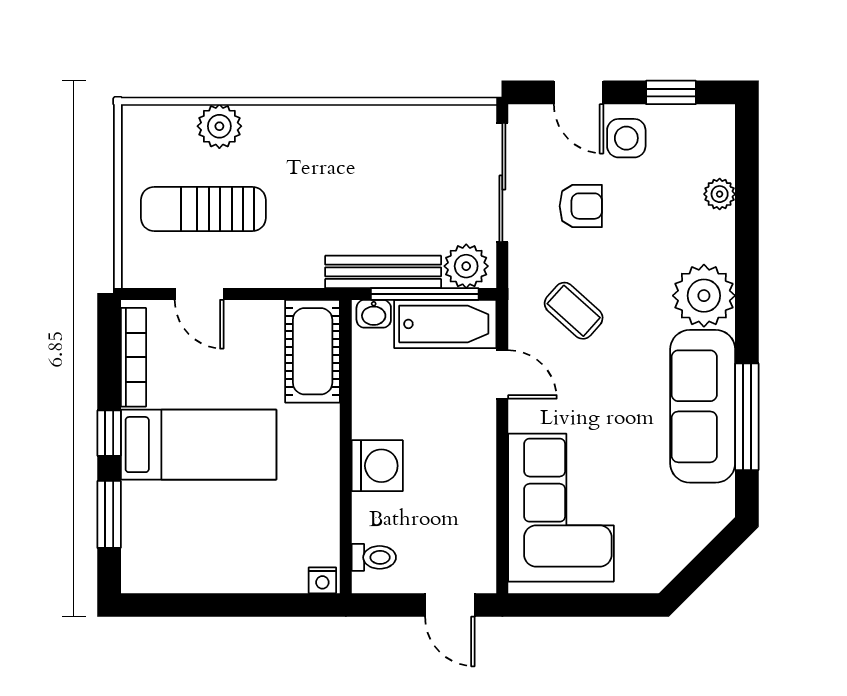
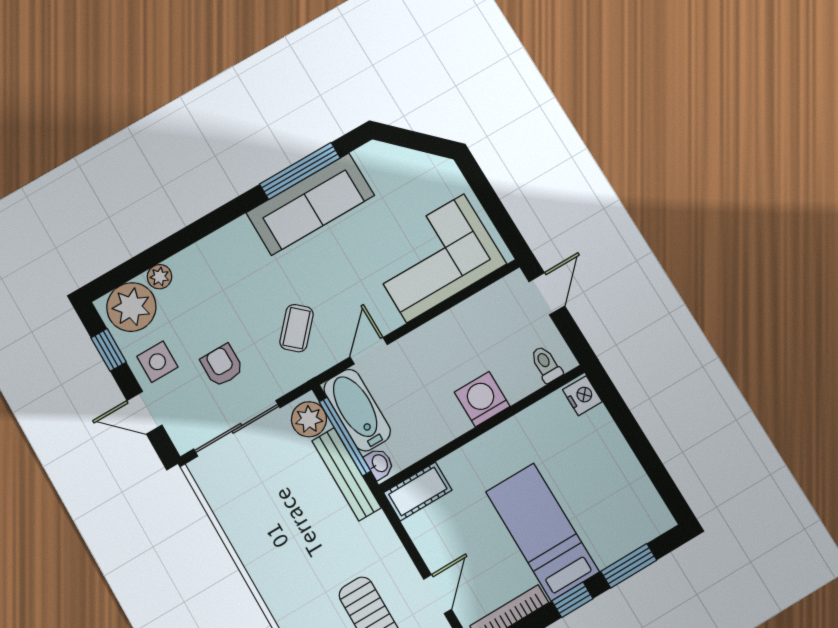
door: (579, 92) -> (144, 413), swing flipped
plant: (704, 296) -> (131, 307), moved
cot: (313, 351) -> (418, 491), width x0.73, depth x0.75
nightstand: (322, 580) -> (582, 396), width x1.39, depth x1.35

